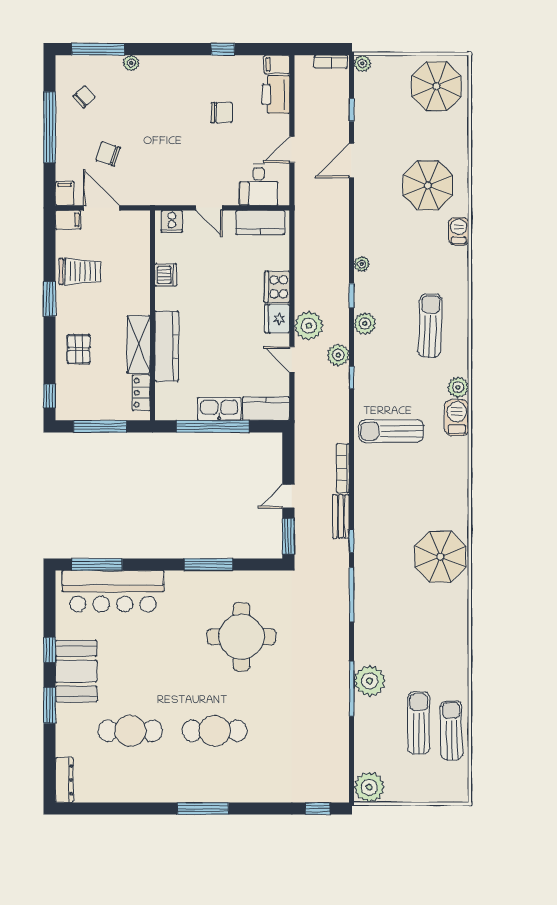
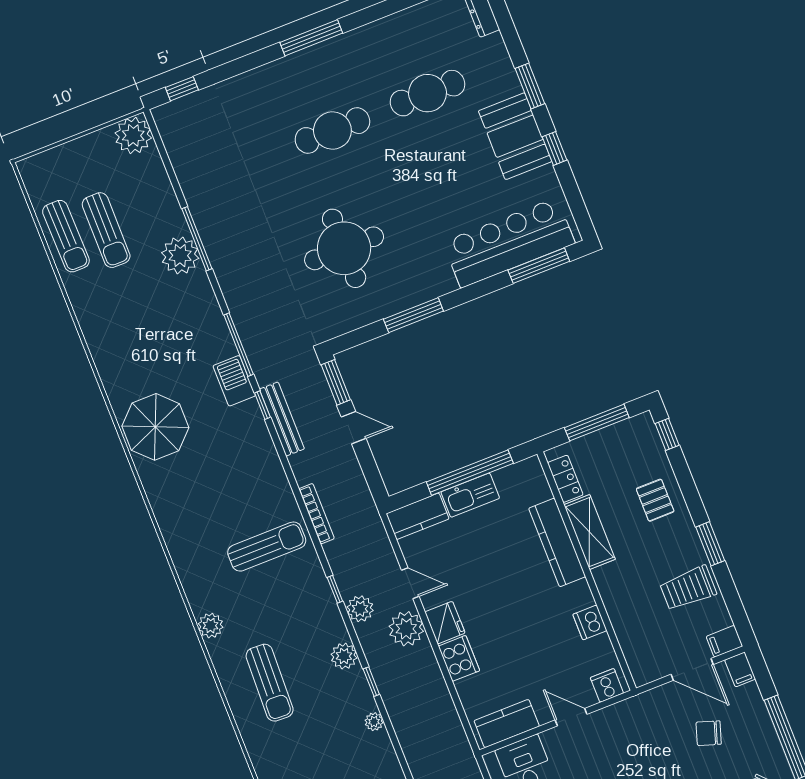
chair: (108, 154) -> (709, 733), turned 180
barbecue: (457, 418) -> (234, 381), moved, turned 180
bookcase: (343, 468) -> (316, 514), moved
door: (288, 496) -> (354, 428), hinge flipped
bench: (341, 516) -> (282, 419), width x1.36

